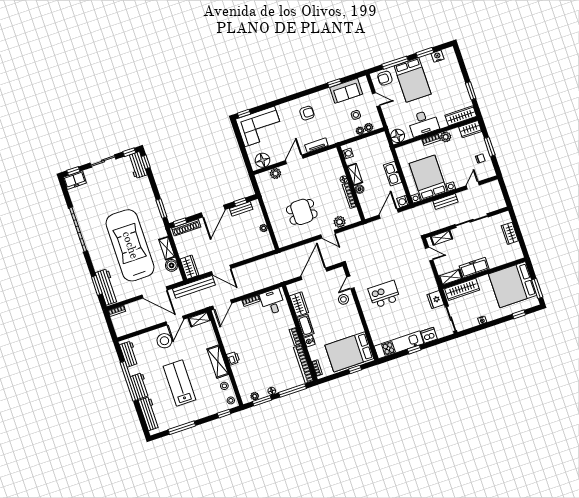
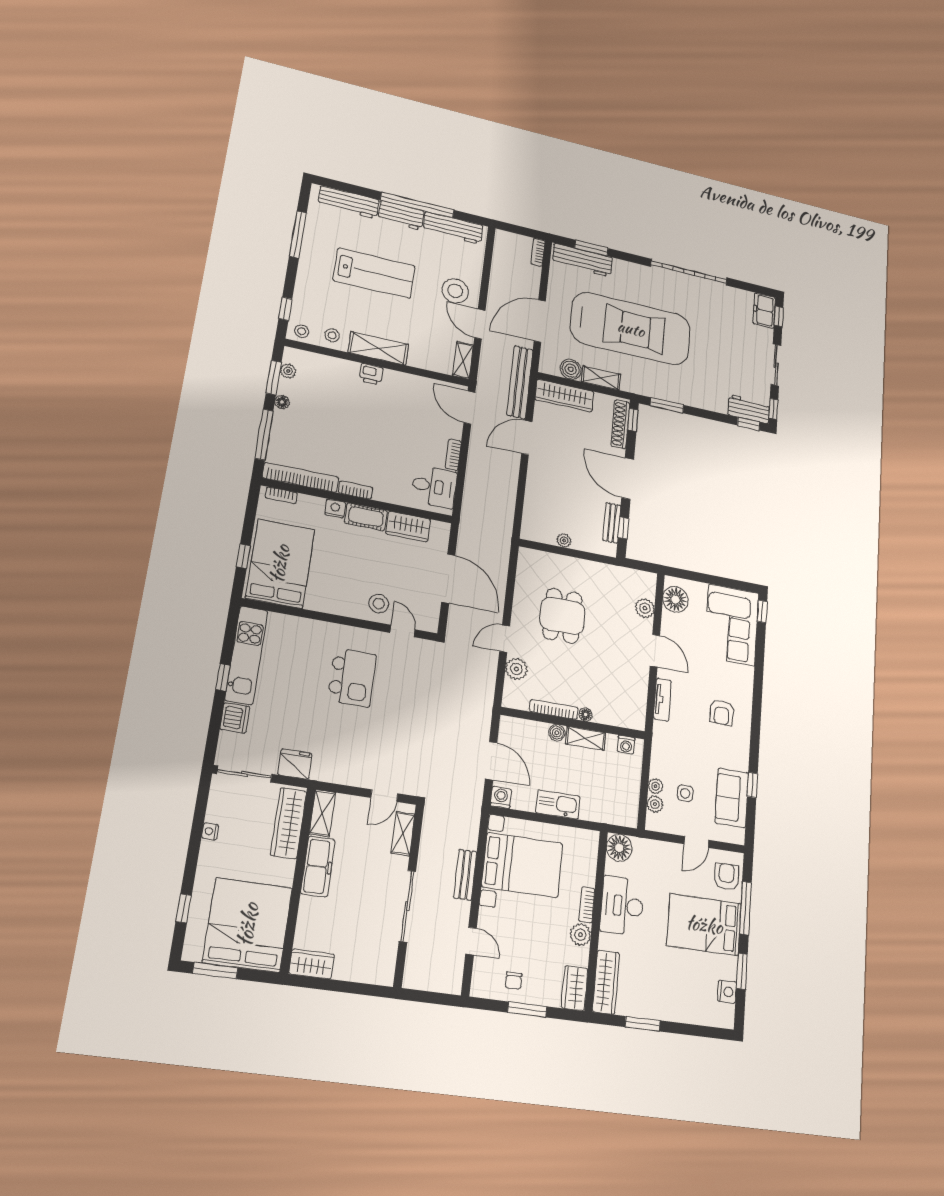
wardrobe: (510, 233) -> (312, 964), moved
wardrobe: (189, 267) -> (564, 396), width x1.50
workbench: (129, 354) -> (453, 228), width x1.38

